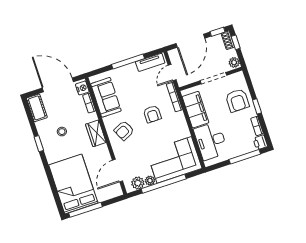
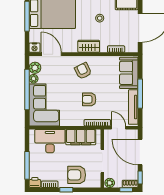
tv unit: (150, 62) -> (133, 107), width x1.41
nightstand: (82, 88) -> (35, 48), moved
sofa: (106, 97) -> (129, 73), moved, turned 90

